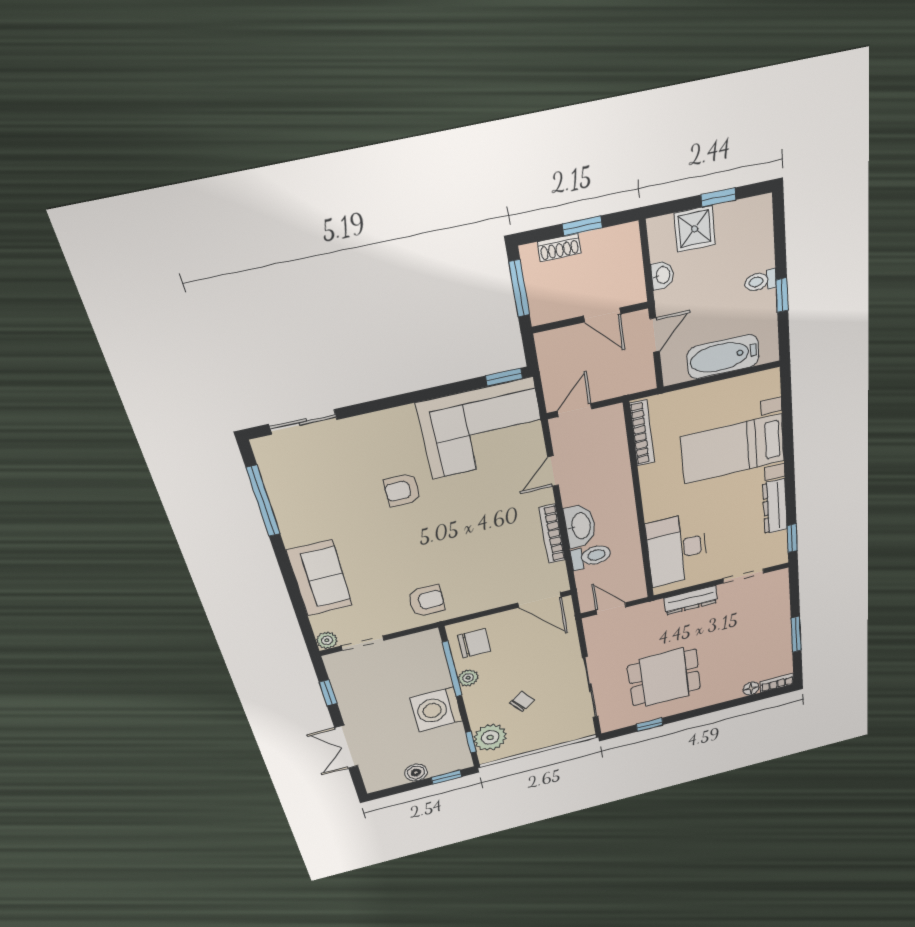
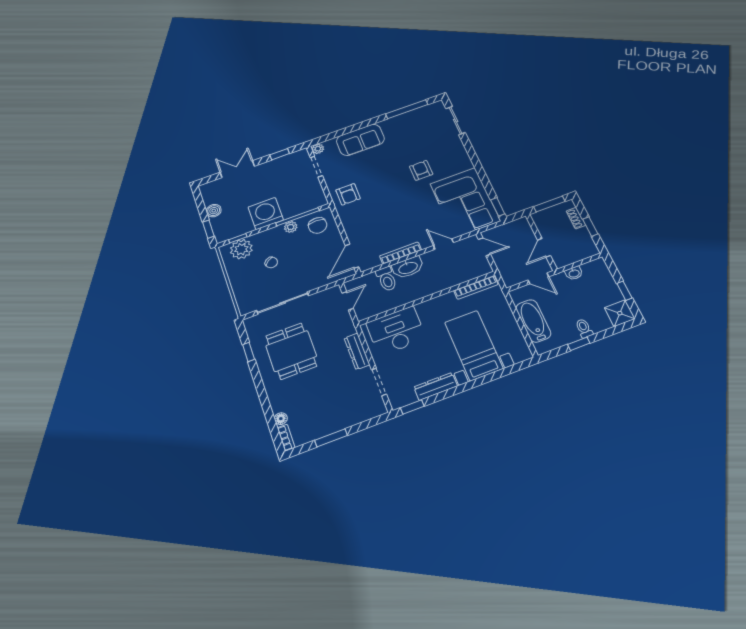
shower: (695, 229) -> (620, 313), moved

